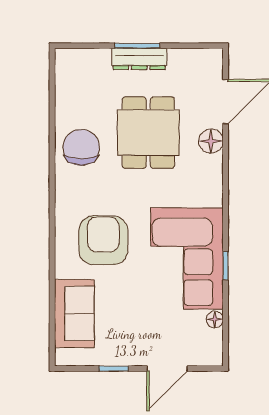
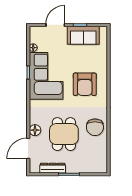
dresser: (139, 59) -> (53, 168), moved
sofa: (74, 313) -> (83, 35), moved, turned -90

